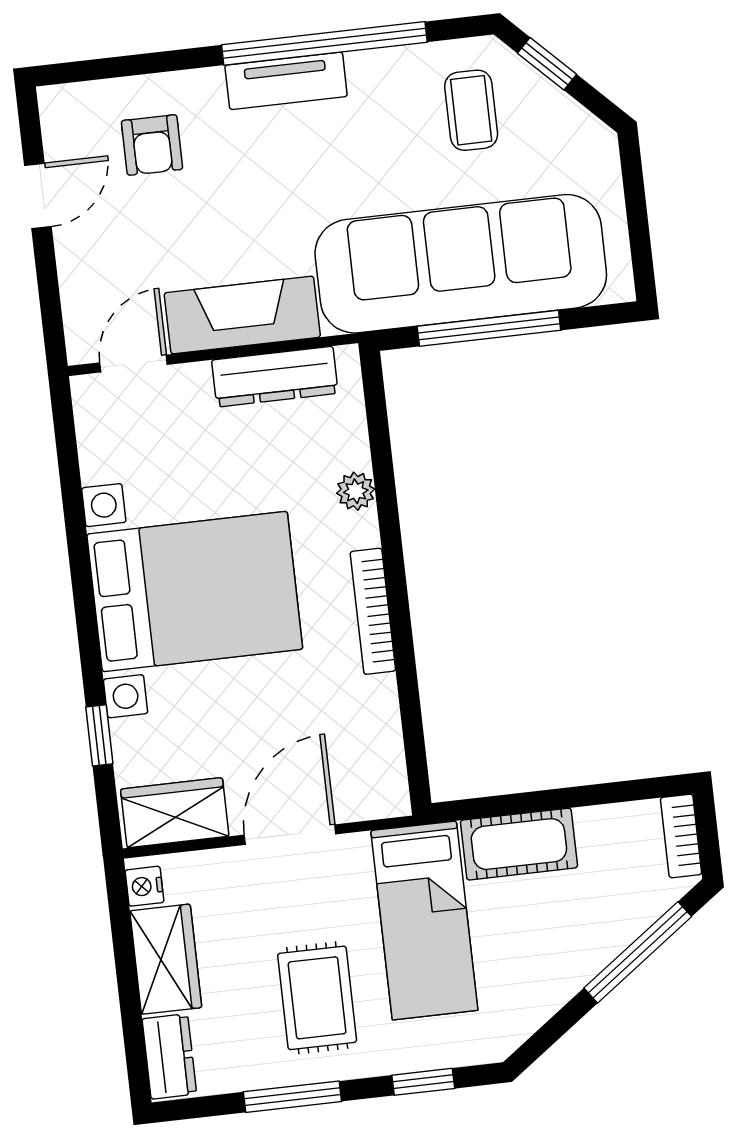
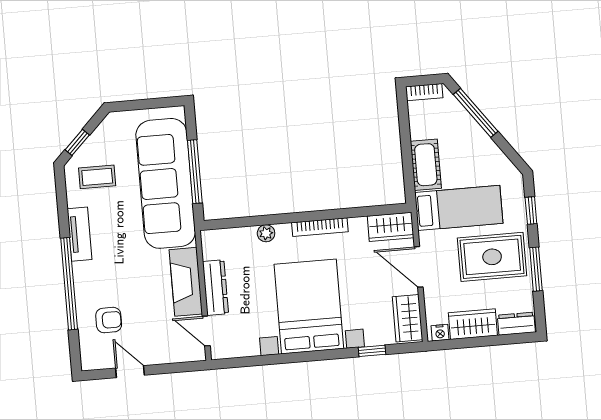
window: (324, 43) -> (69, 284), moved
tv unit: (286, 81) -> (79, 234), moved
dresser: (275, 377) -> (215, 288), moved
wardrobe: (378, 769) -> (391, 227), added
rug: (317, 998) -> (492, 257), width x1.36, depth x1.43

